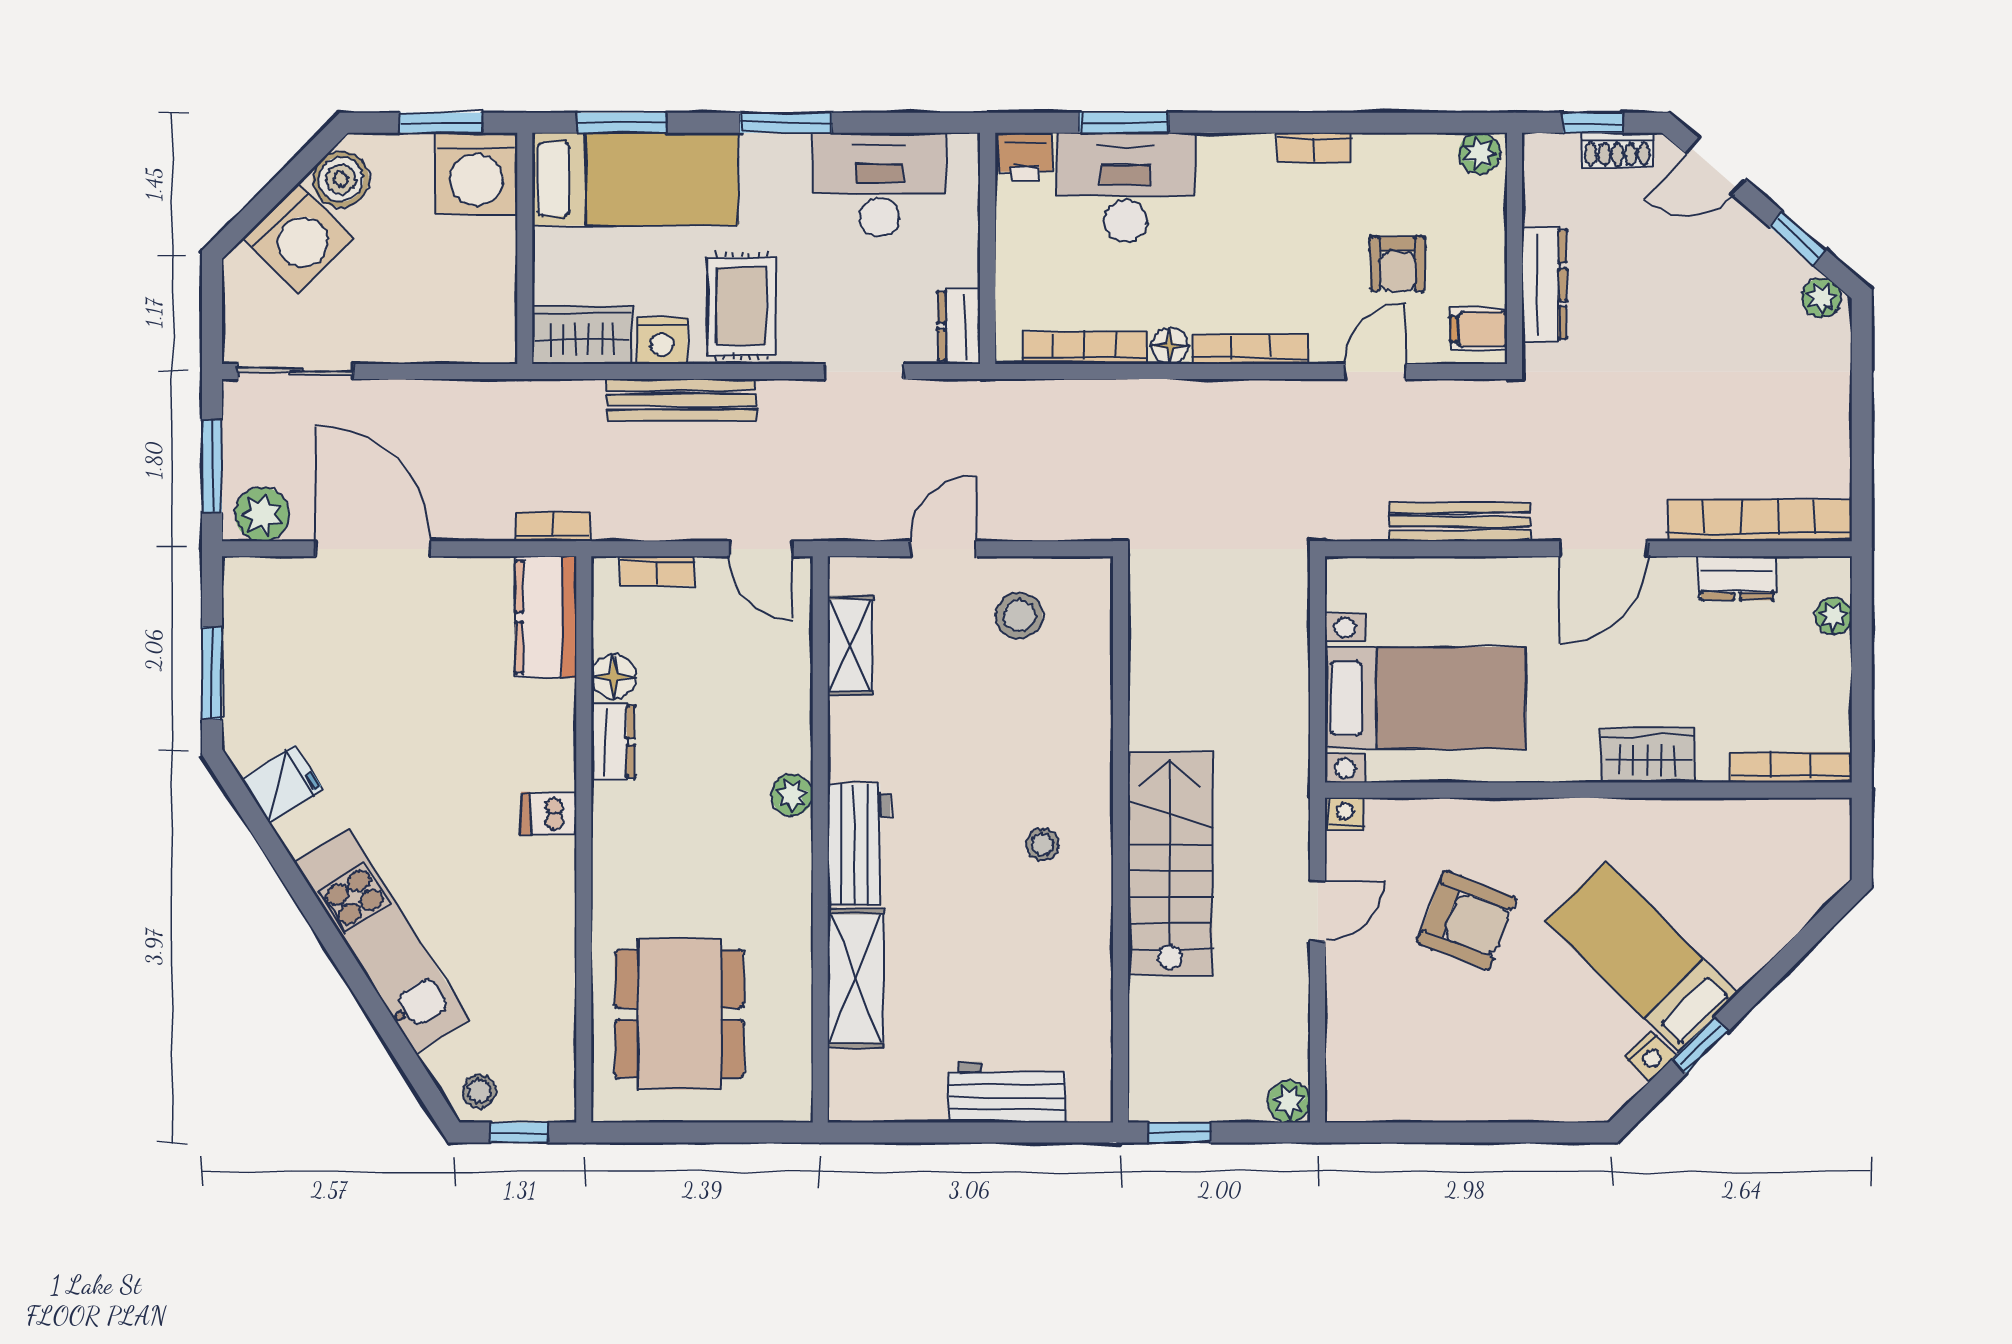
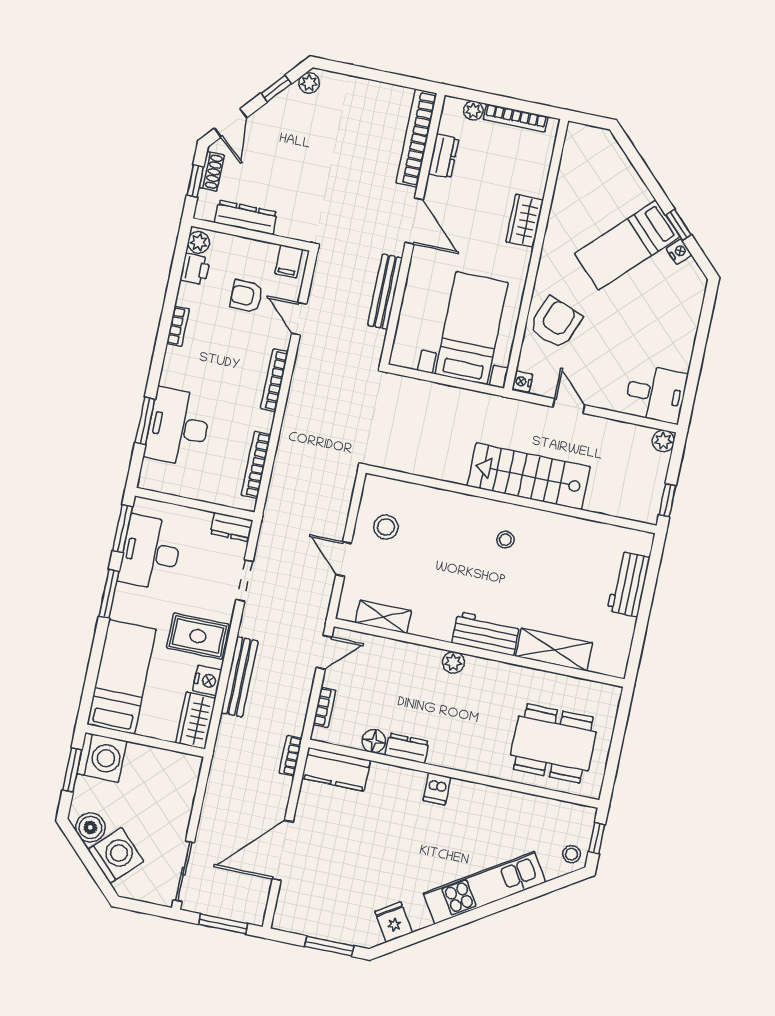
window: (622, 123) -> (123, 529), moved
printer: (1025, 157) -> (195, 269), moved
armchair: (1397, 264) -> (246, 296), turned 180
dresser: (1544, 285) -> (246, 217), moved
floor lamp: (1170, 346) -> (264, 421), removed
plant: (262, 514) -> (253, 904), removed
bookcase: (1790, 767) -> (516, 118), moved, turned -90
armchair: (1467, 920) -> (556, 323), moved
desk: (1375, 1069) -> (656, 394), added

